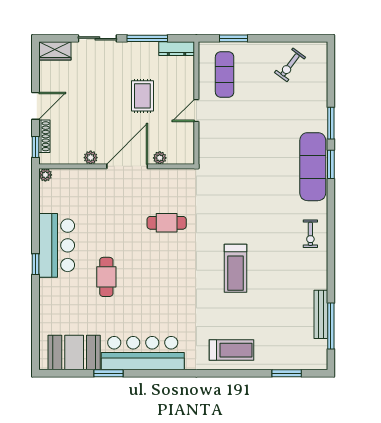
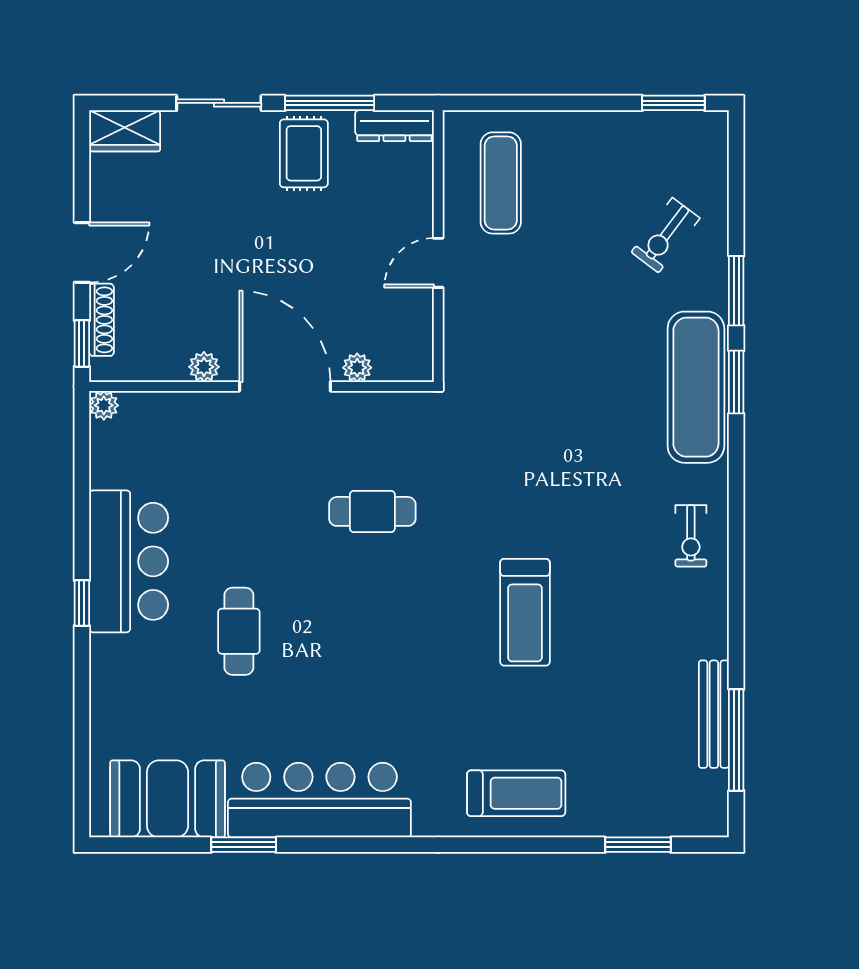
window: (234, 38) -> (673, 103), moved
exercise bike: (290, 65) -> (666, 235), moved
rug: (142, 96) -> (304, 153), moved
door: (127, 166) -> (285, 386), hinge flipped

